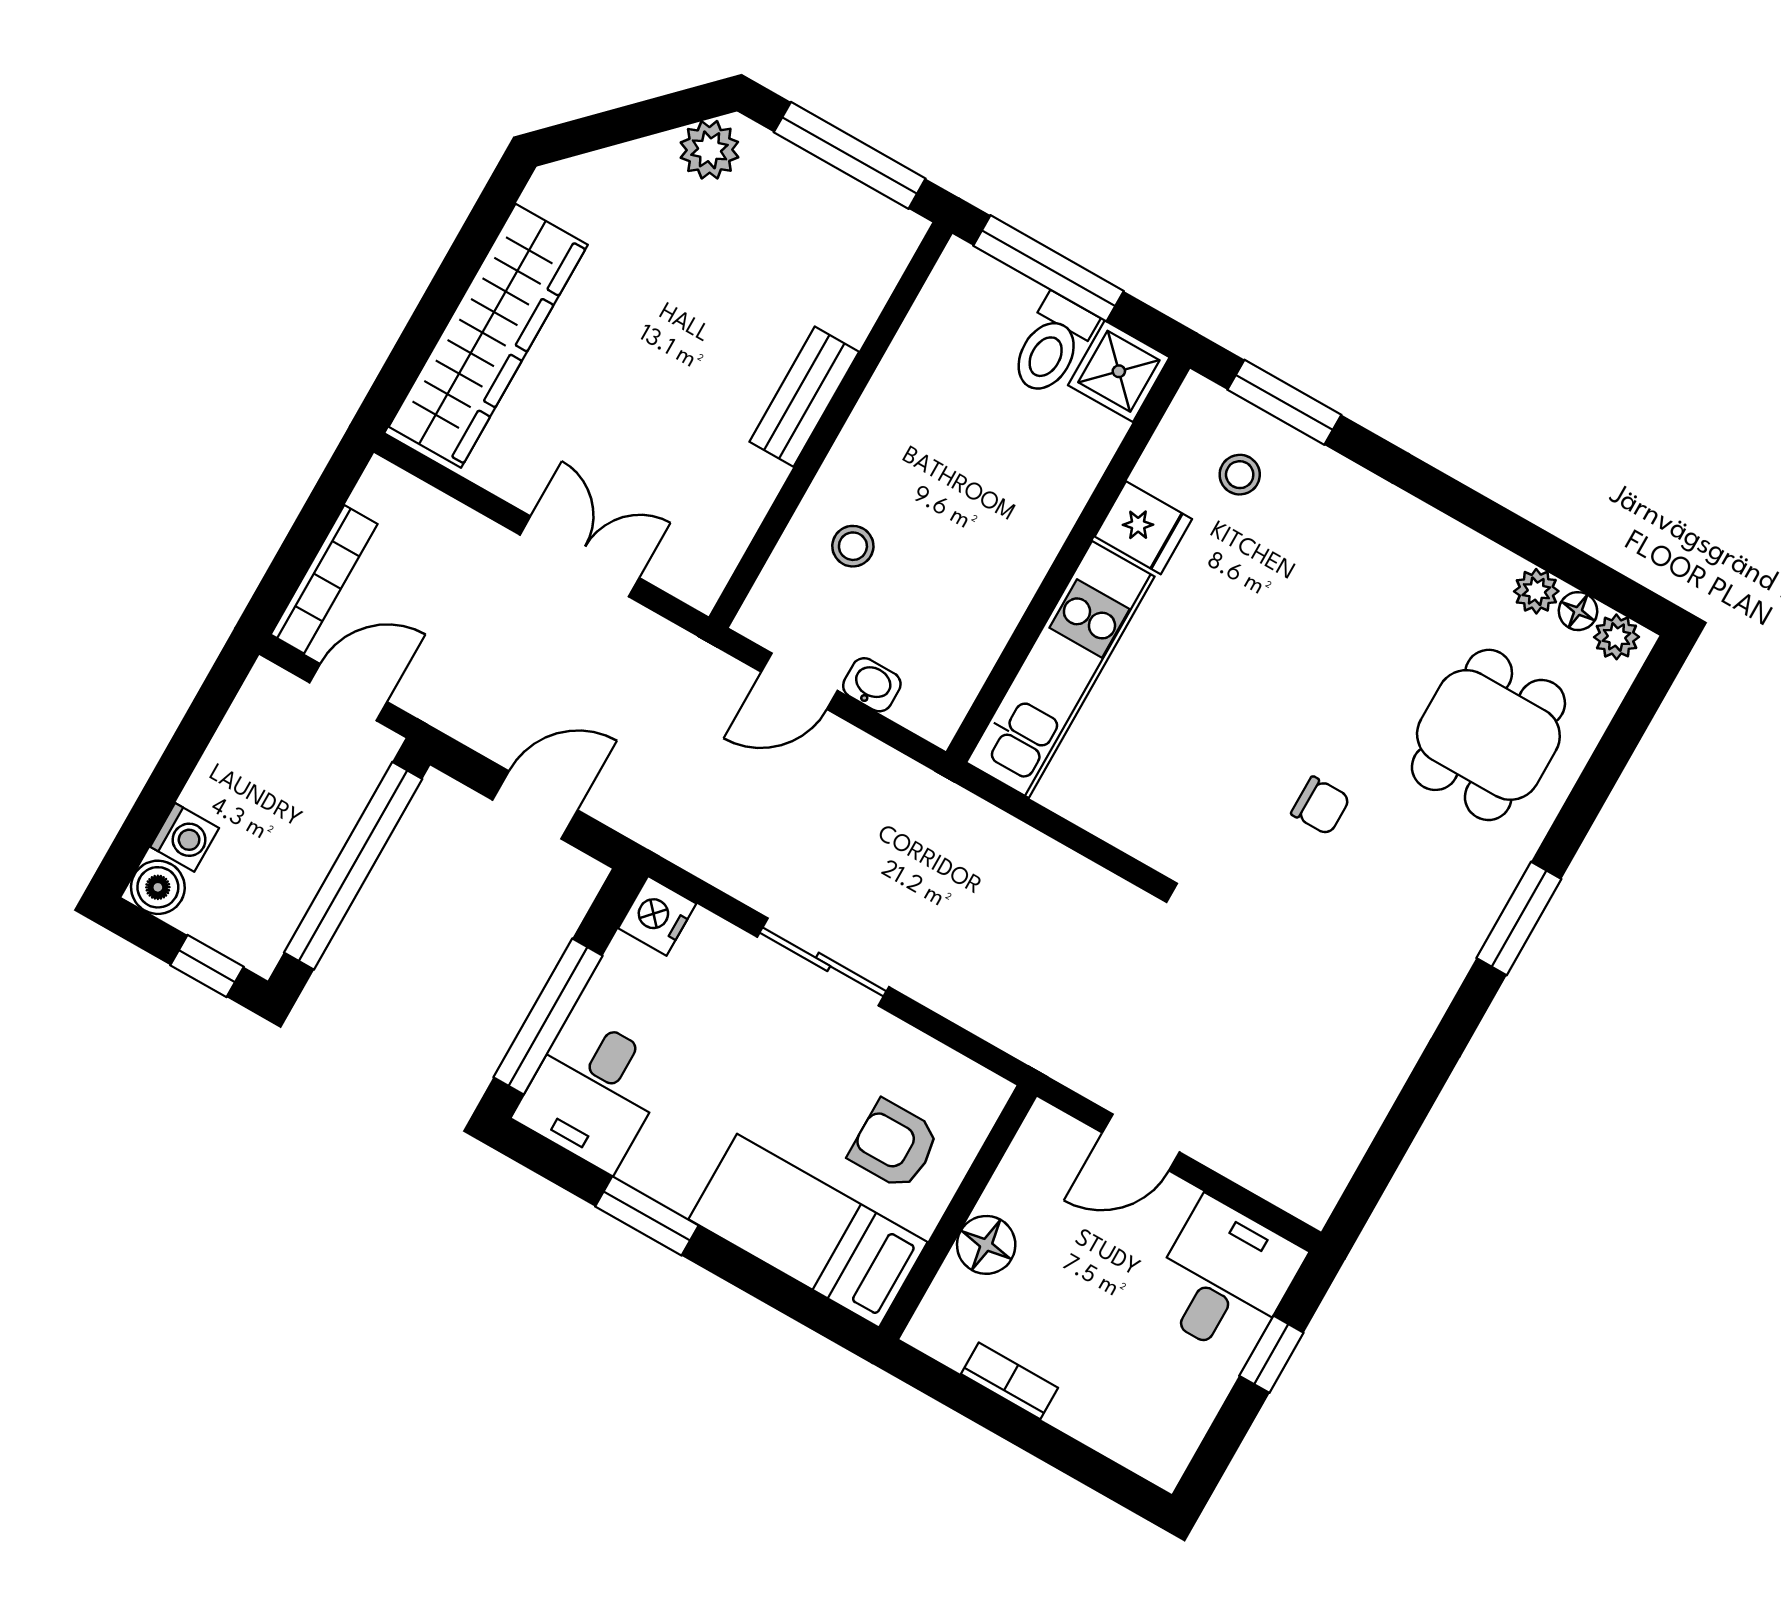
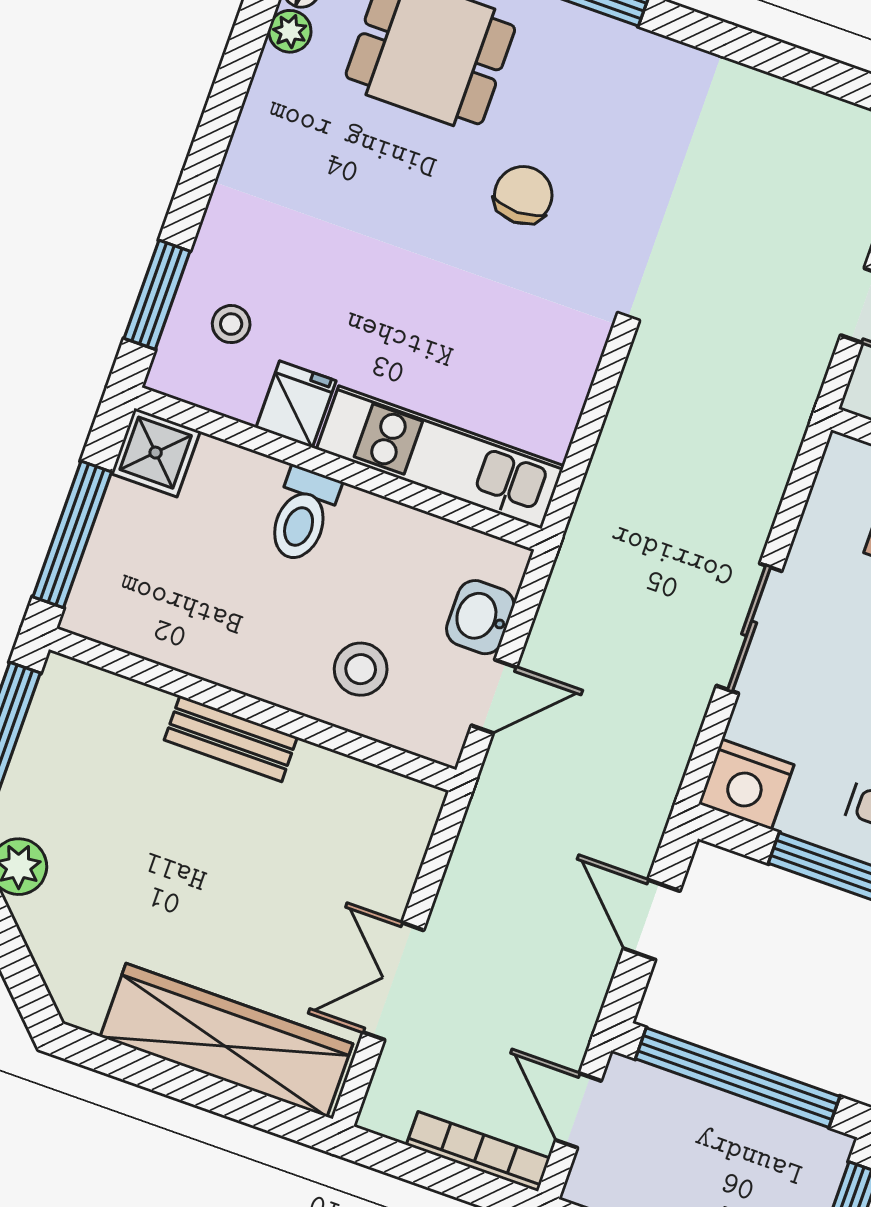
toilet: (1052, 345) -> (303, 515), moved, turned 90
stool: (853, 546) -> (361, 669), width x1.37, depth x1.37
double door: (580, 556) -> (393, 981), moved
door: (799, 681) -> (494, 696), hinge flipped
washbasin: (872, 685) -> (480, 617), width x1.38, depth x1.45
chair: (1321, 806) -> (523, 195), width x1.37, depth x1.37
nightstand: (657, 916) -> (746, 784), width x1.36, depth x1.33

